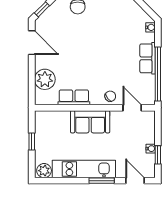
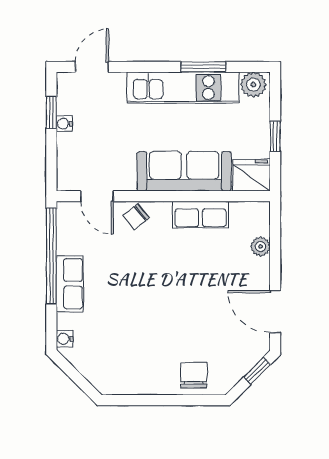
plant: (45, 79) -> (261, 247), width x0.53, depth x0.53
fridge: (45, 120) -> (252, 175), added
sofa: (90, 122) -> (184, 171), width x1.36
window: (102, 181) -> (203, 67), moved
door: (135, 181) -> (92, 67), swing flipped

